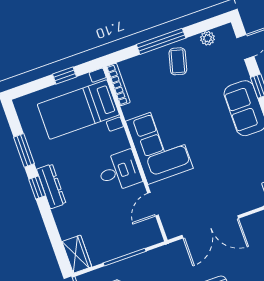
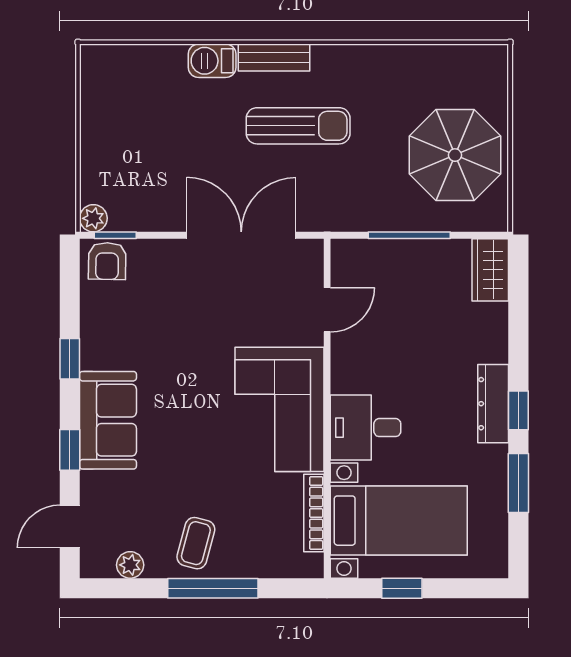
bookcase: (118, 84) -> (314, 513), moved
desk: (119, 171) -> (366, 428), moved

